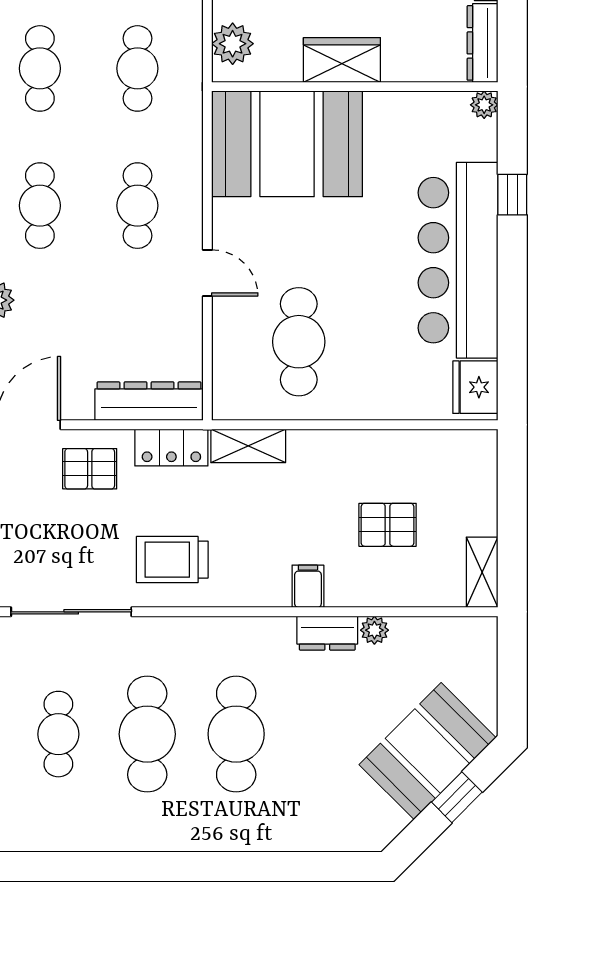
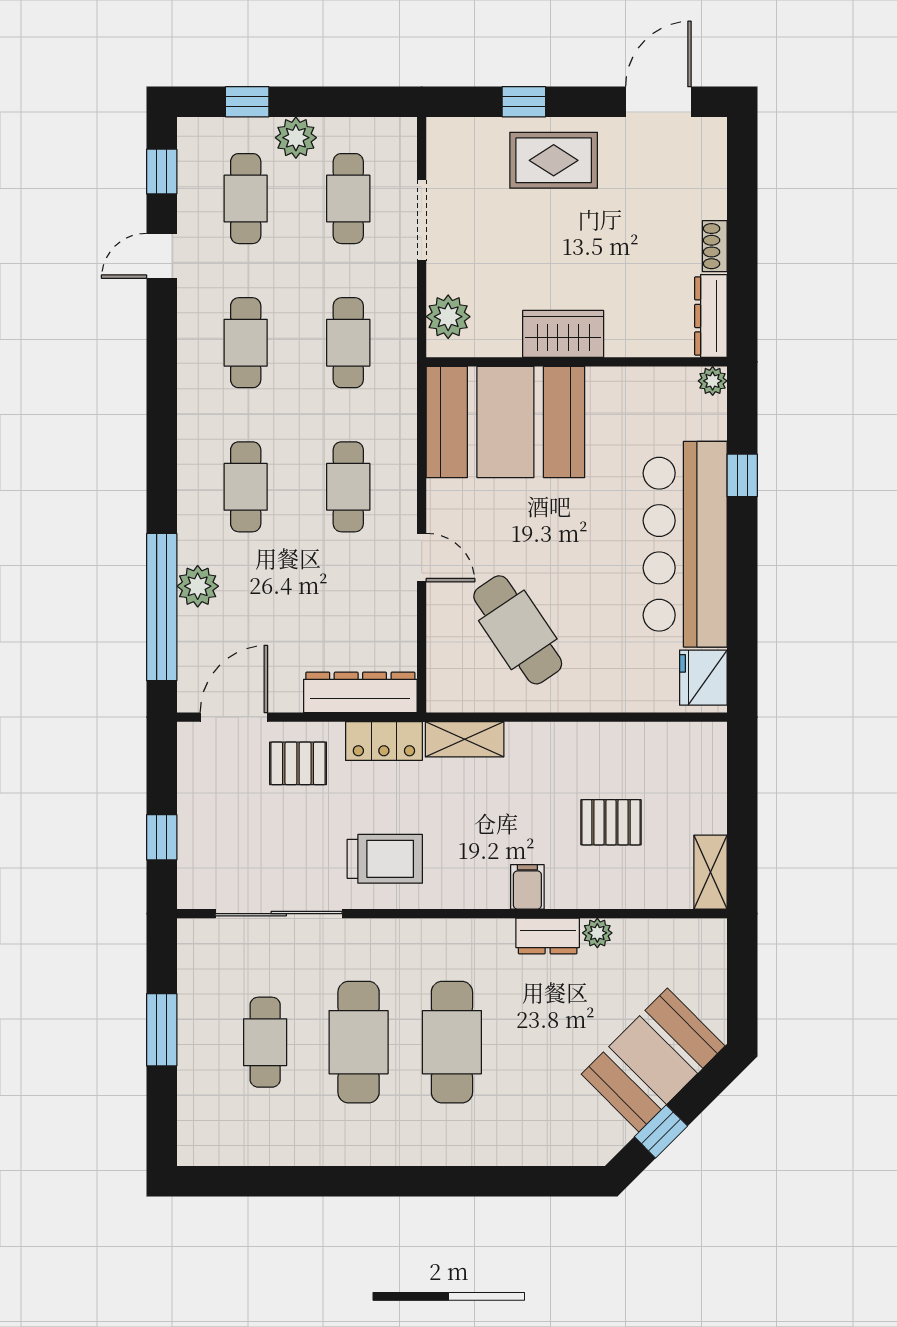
cafe table: (299, 342) -> (518, 630), turned -34
trolley: (172, 560) -> (385, 859), turned 180
window: (457, 797) -> (661, 1131), moved

